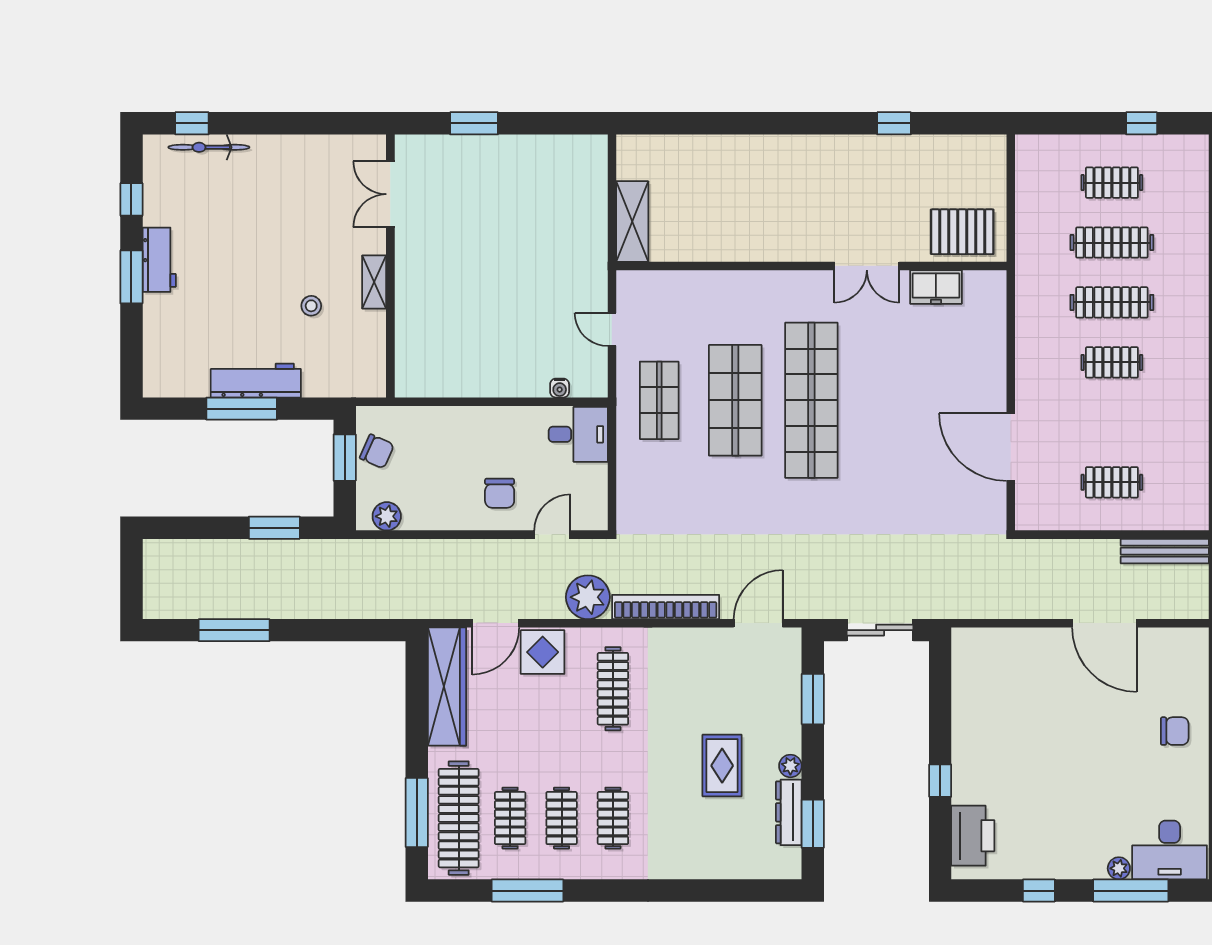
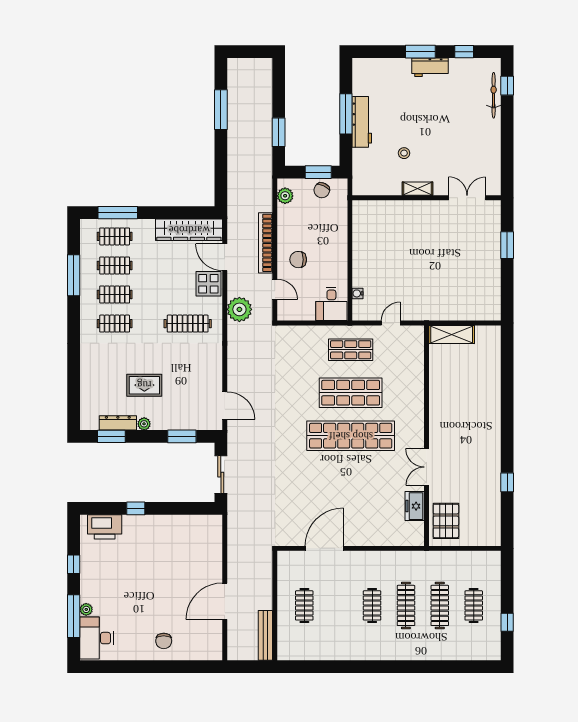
bookcase: (666, 607) -> (266, 243), moved, turned 180
clothes rail: (459, 818) -> (115, 236), width x0.54, depth x0.76

